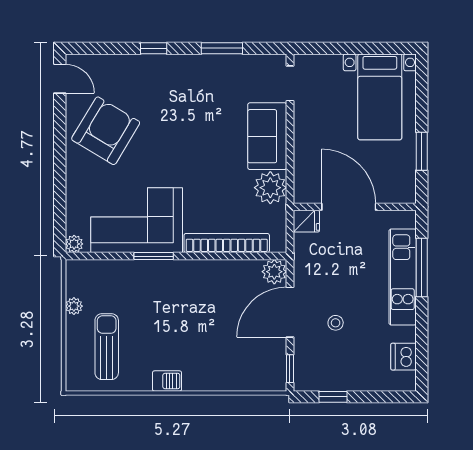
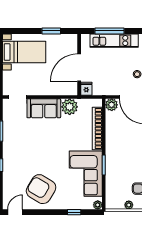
window: (60, 197) -> (74, 212), added

